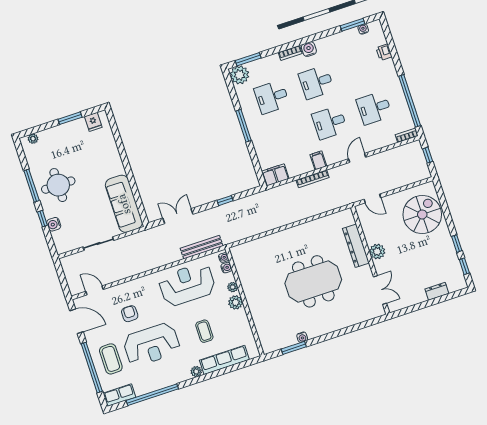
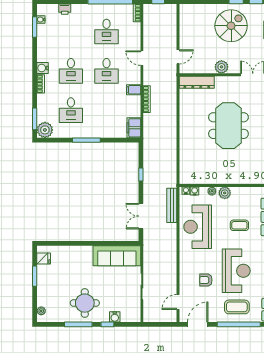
spiral stairs: (422, 214) -> (231, 26), moved, turned 90
dresser: (356, 246) -> (197, 82), moved

